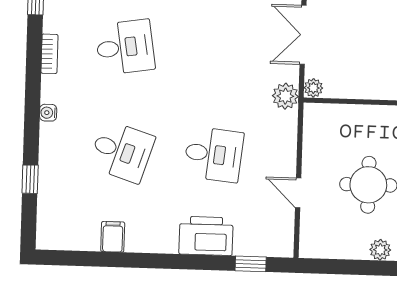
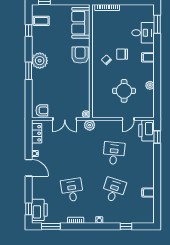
printer: (206, 236) -> (147, 131), moved

